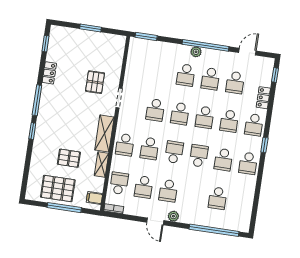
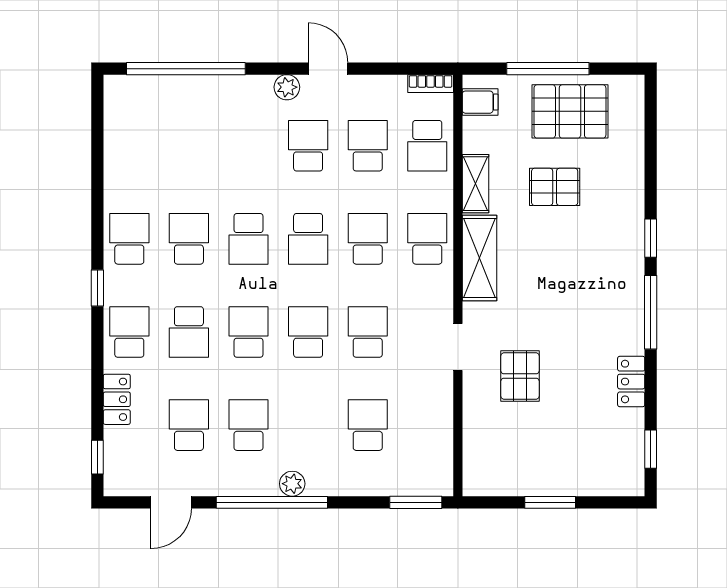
school desk: (186, 75) -> (368, 425), moved
school desk: (229, 121) -> (189, 332), turned 180
school desk: (218, 198) -> (189, 146), removed

